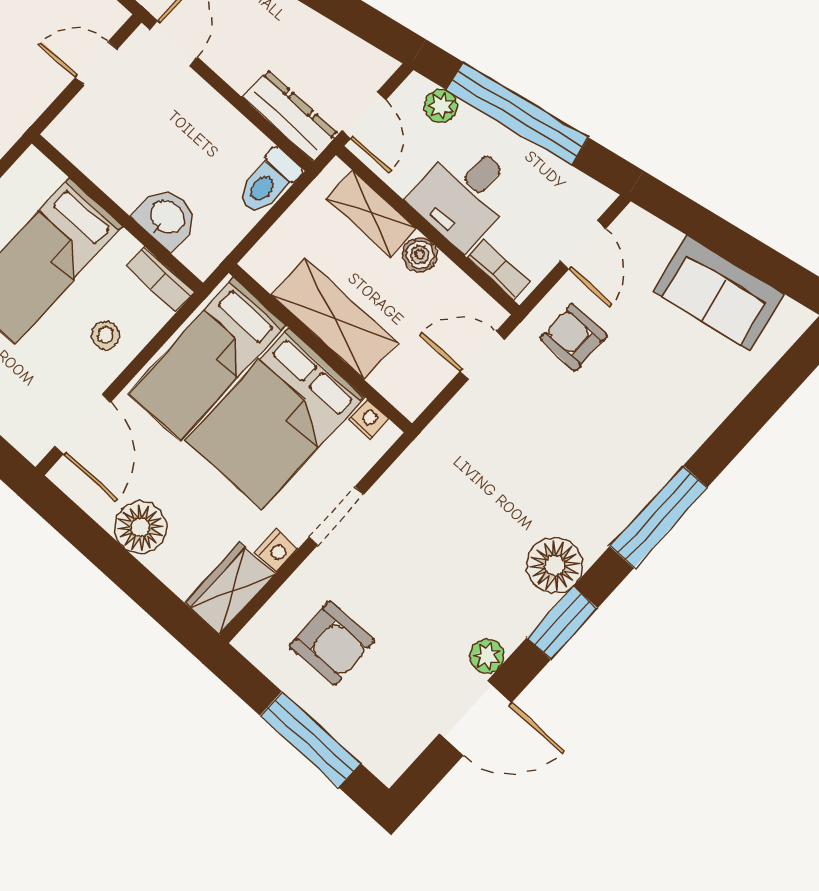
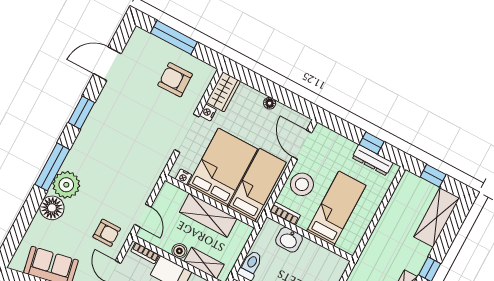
stool: (105, 335) -> (302, 184), width x1.89, depth x1.89
door: (482, 355) -> (143, 216), hinge flipped
doorway: (336, 516) -> (187, 133), width x1.38
floor lamp: (140, 527) -> (270, 103), width x0.53, depth x0.53
floor lamp: (555, 565) -> (52, 208), moved
plant: (487, 656) -> (66, 185), moved, width x1.87, depth x1.87

